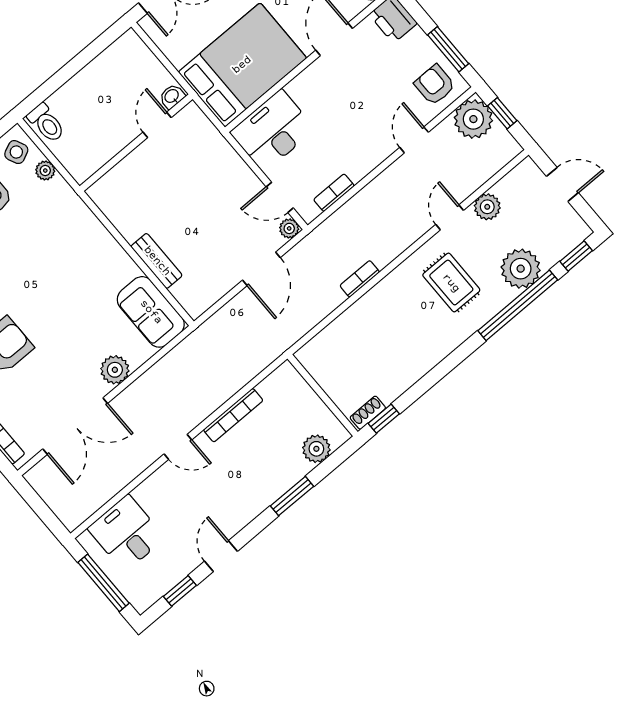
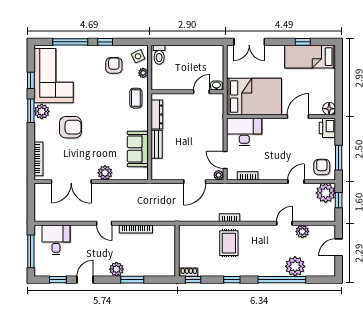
door: (562, 184) -> (339, 247), swing flipped
dresser: (119, 216) -> (157, 114), added
coffee table: (66, 218) -> (136, 98), added
window: (576, 256) -> (232, 280), moved
rug: (451, 283) -> (229, 243), moved
sofa: (151, 312) -> (138, 149), moved
plant: (316, 449) -> (116, 269), moved

